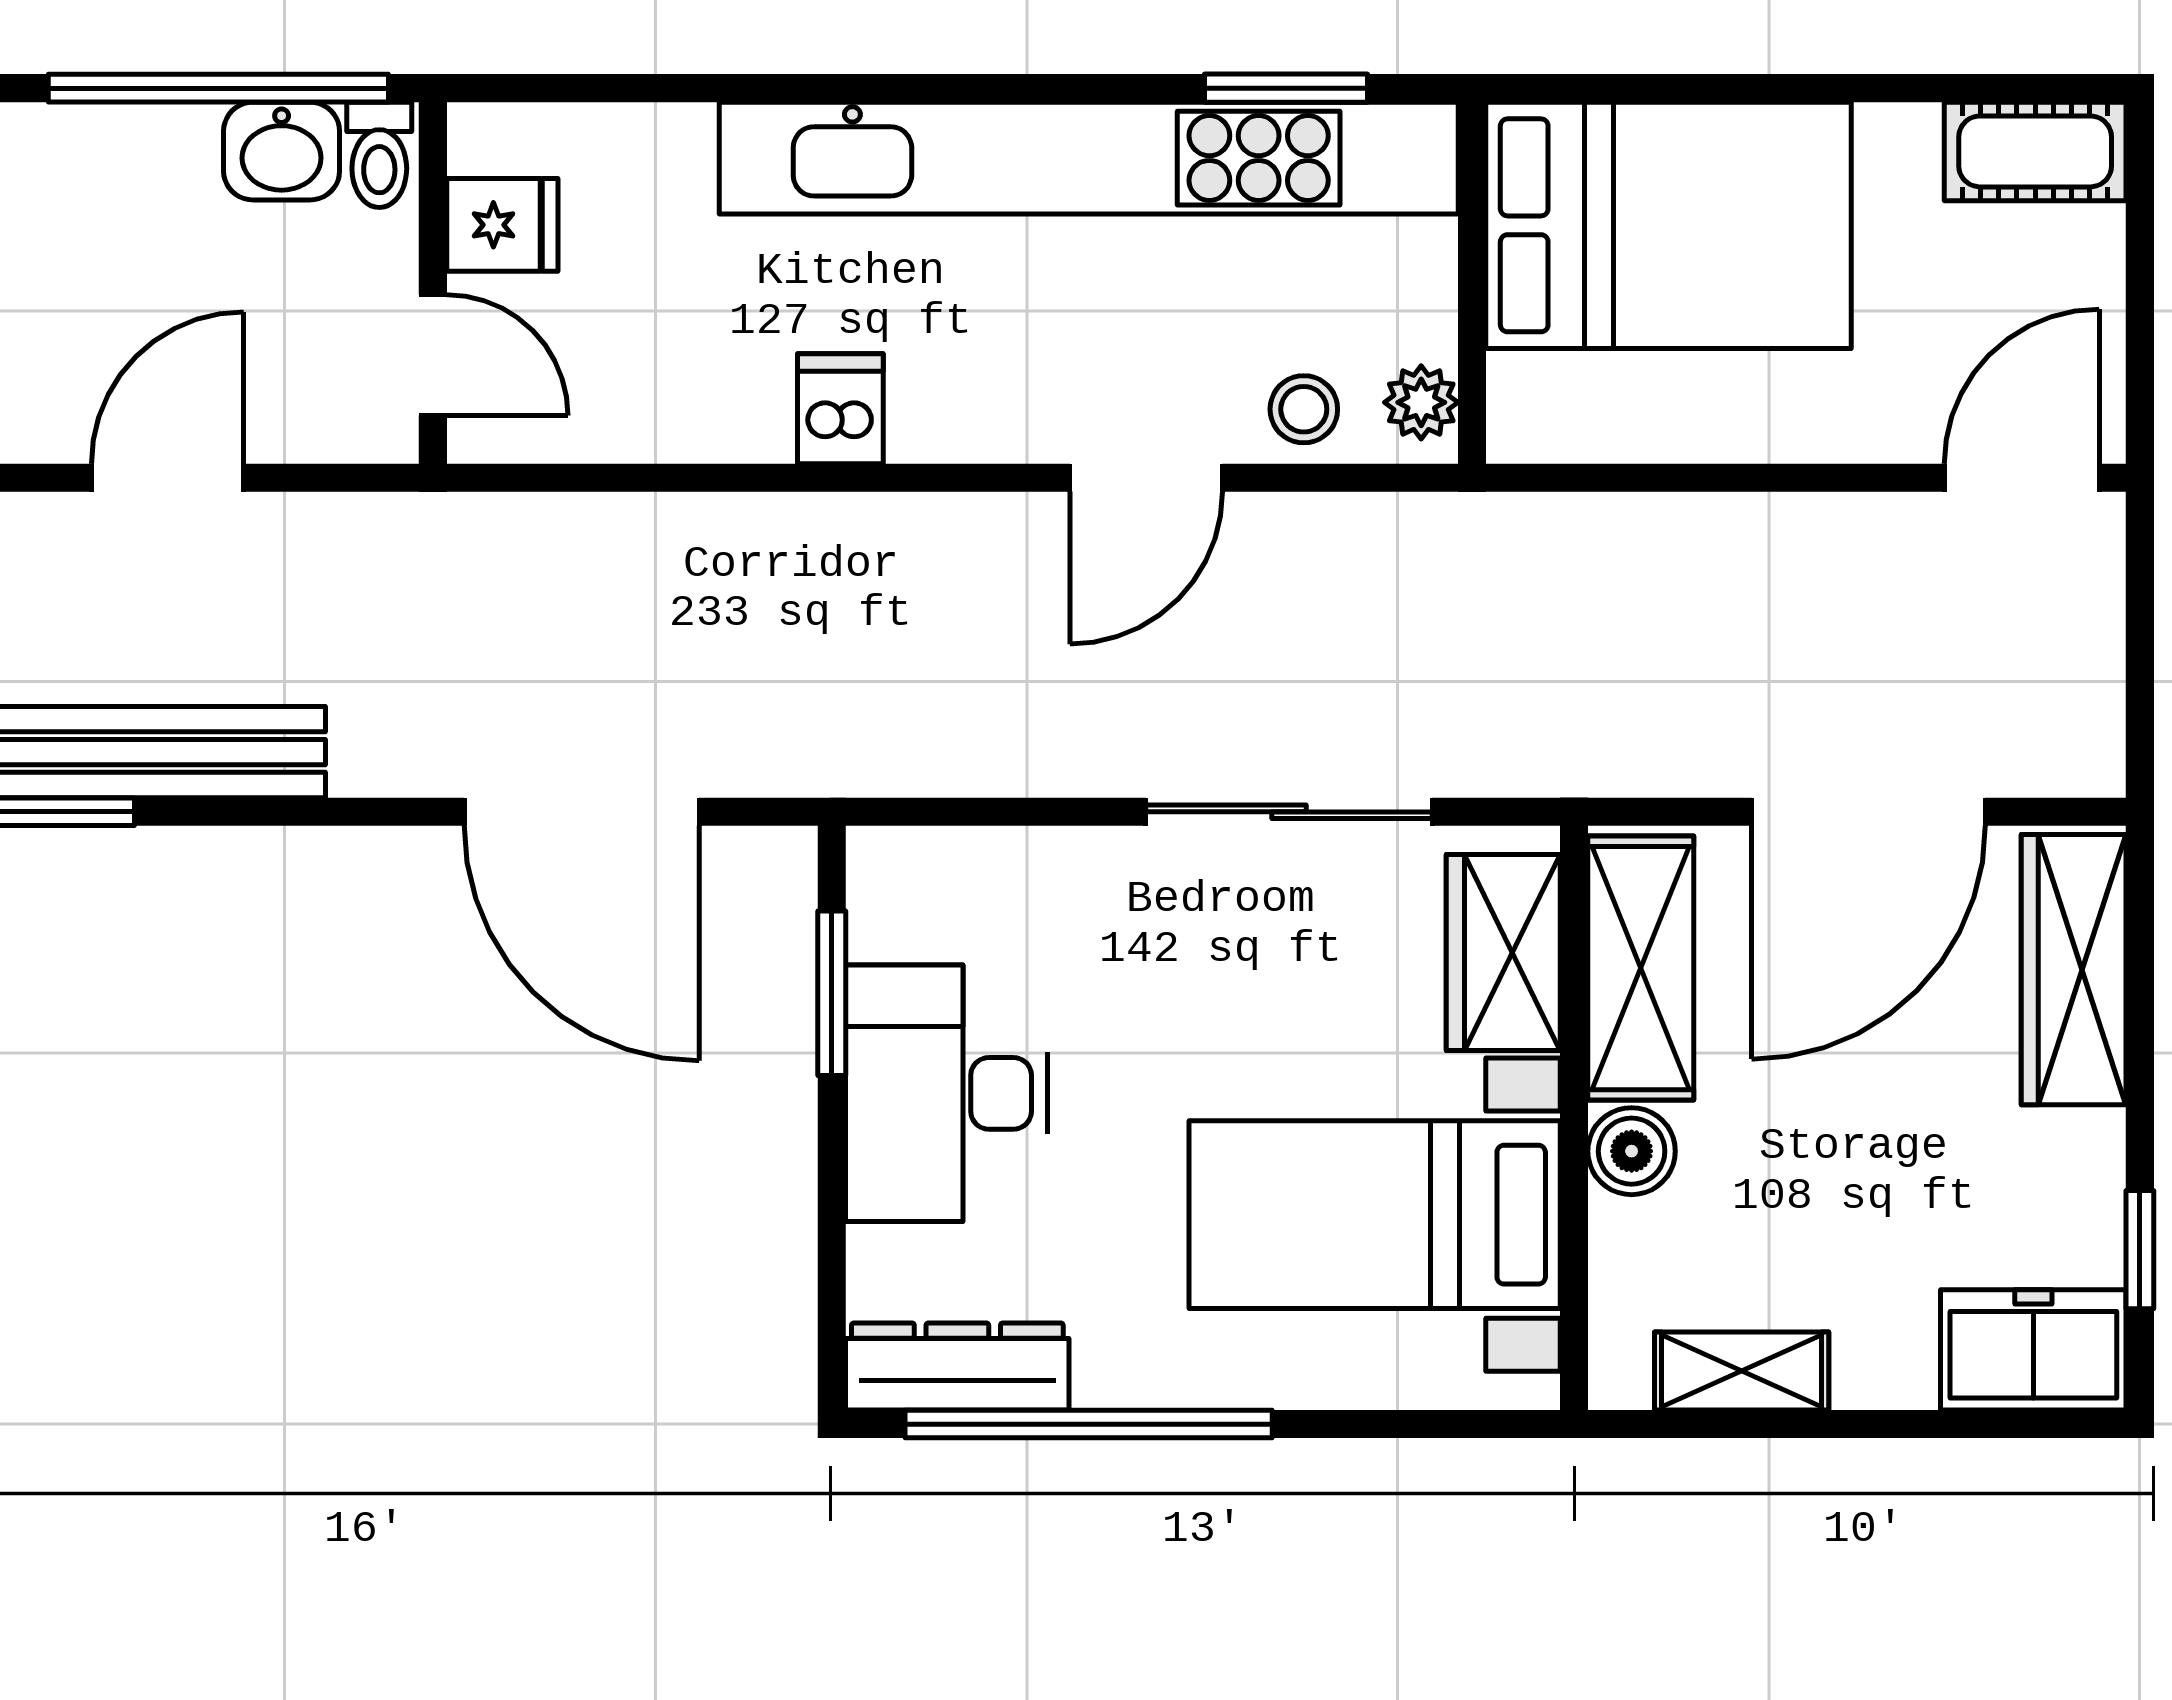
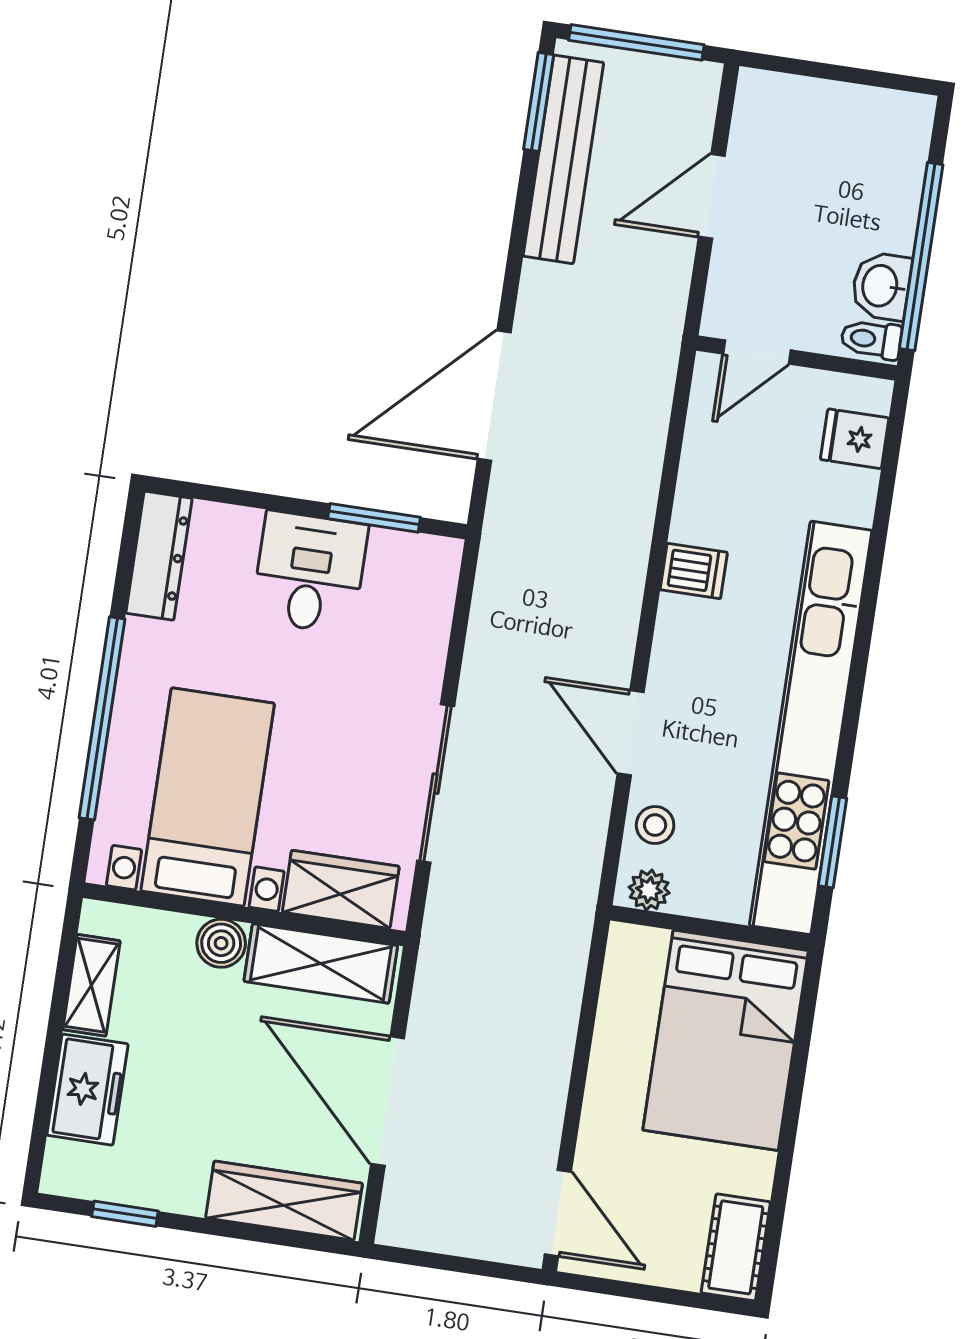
fridge: (502, 225) -> (855, 439), moved, turned 90
door: (168, 478) -> (712, 196), swing flipped
desk: (947, 1093) -> (310, 572), width x0.73
freezer: (2033, 1350) -> (88, 1090), moved
window: (1089, 1424) -> (102, 718), moved

